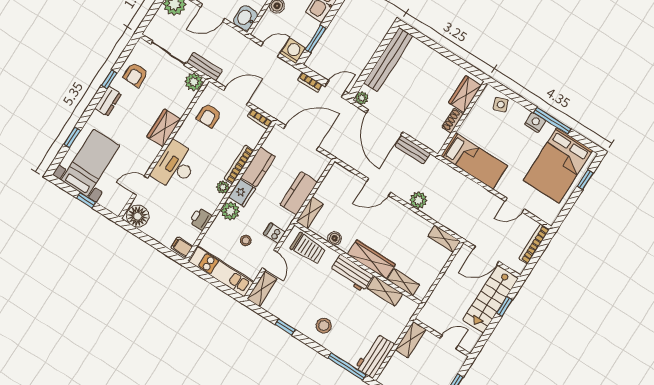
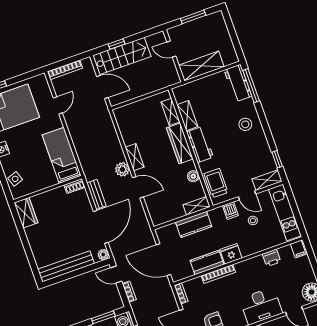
wardrobe: (465, 94) -> (26, 213), moved, turned -90
shoe rack: (453, 121) -> (75, 186), moved
plant: (223, 187) -> (241, 267), removed
plant: (418, 200) -> (122, 169), moved
door: (515, 205) -> (58, 105), hinge flipped
plant: (230, 211) -> (248, 248), removed
shelving: (444, 239) -> (135, 157), moved
door: (270, 260) -> (247, 195), swing flipped
window: (285, 327) -> (277, 159), moved
shelving: (411, 340) -> (201, 66), width x1.50, depth x1.33
workbench: (375, 356) -> (238, 83), moved, turned 90

